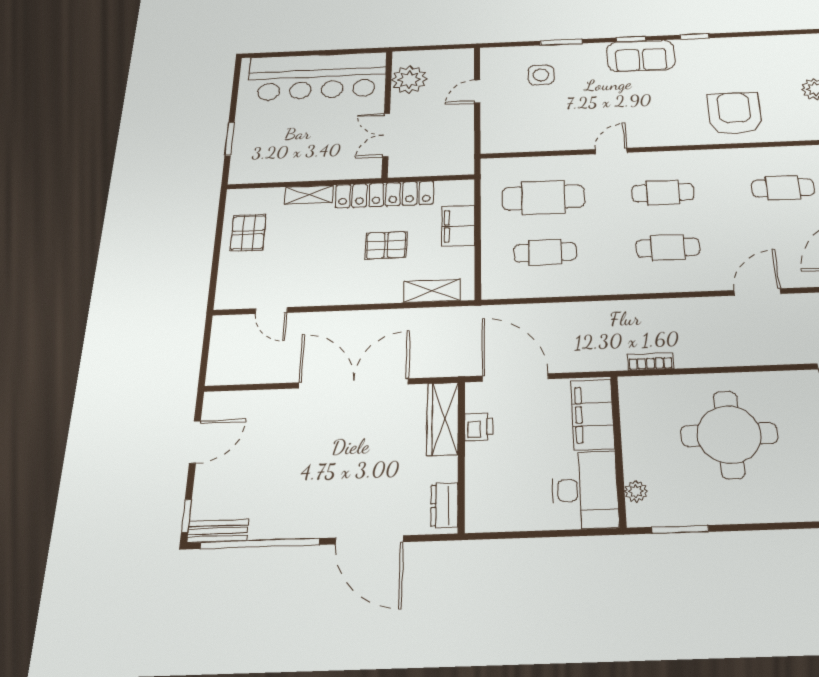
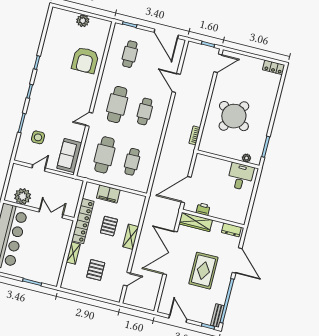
sofa: (641, 56) -> (69, 156), moved, turned 180
door: (477, 91) -> (39, 168), swing flipped
armchair: (734, 113) -> (85, 60), turned -90
double door: (386, 135) -> (51, 213), swing flipped
door: (611, 151) -> (89, 119), hinge flipped
cafe table: (663, 193) -> (117, 105), width x1.37, depth x1.35
pallet: (248, 233) -> (96, 270), moved, turned 90
shelving: (432, 291) -> (131, 237), moved
filing cabinet: (593, 414) -> (211, 164), removed
round table: (729, 435) -> (234, 116), turned 32
rug: (326, 468) -> (203, 271), added
desk: (585, 490) -> (240, 177), width x0.73
door: (369, 540) -> (237, 260), hinge flipped

